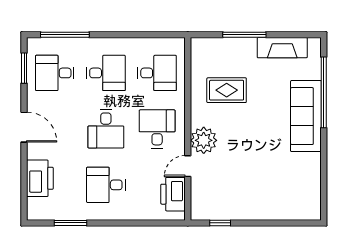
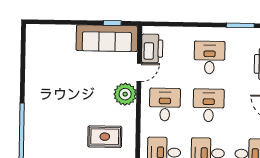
sofa: (306, 116) -> (107, 38), moved, turned 90
desk: (157, 129) -> (165, 105), turned 180
desk: (106, 185) -> (209, 57), turned -90

